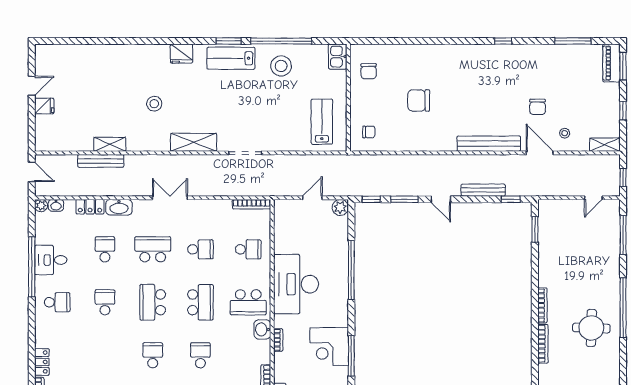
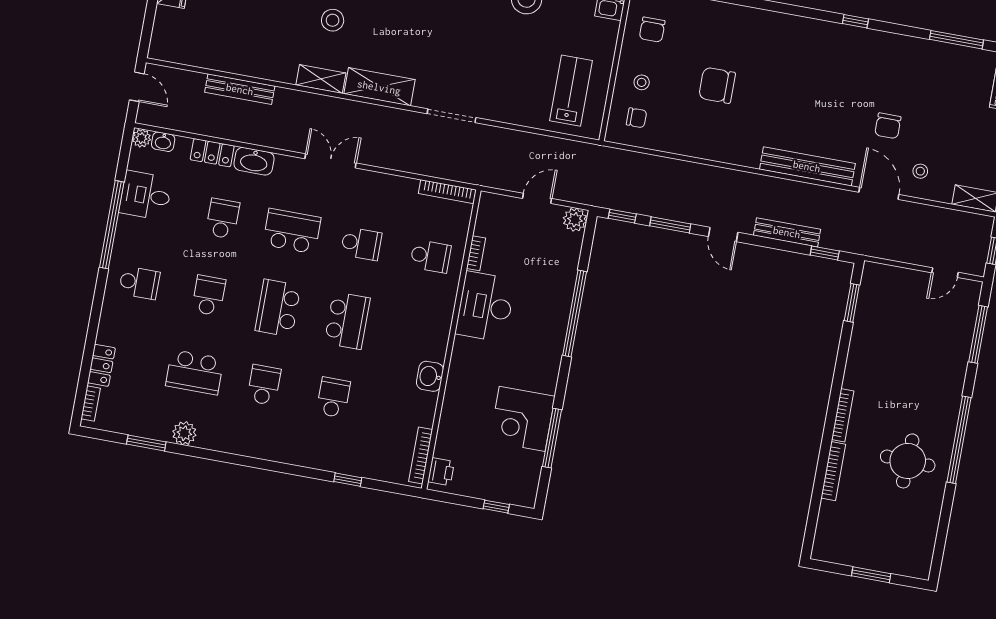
stool: (368, 108) -> (642, 82), added
shelving: (110, 144) -> (321, 79), moved
desk: (51, 260) -> (146, 195), moved
desk: (296, 284) -> (485, 307), width x0.73, depth x0.77
school desk: (248, 302) -> (195, 372), moved
bookcase: (278, 340) -> (476, 253), moved

